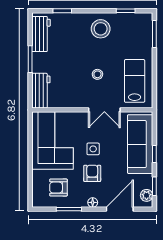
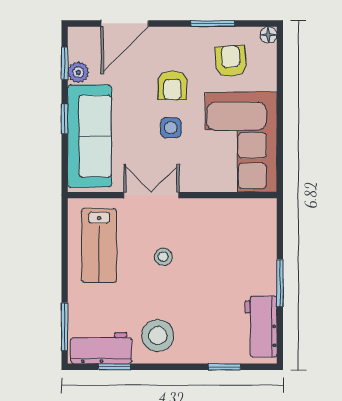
workbench: (41, 91) -> (101, 348), moved, turned 90
armchair: (58, 188) -> (231, 61), turned -94
plant: (147, 195) -> (78, 72), moved
floor lamp: (93, 202) -> (268, 35), moved

